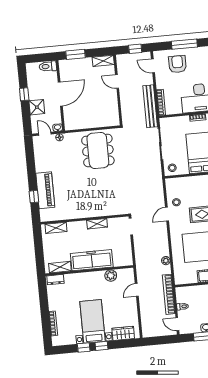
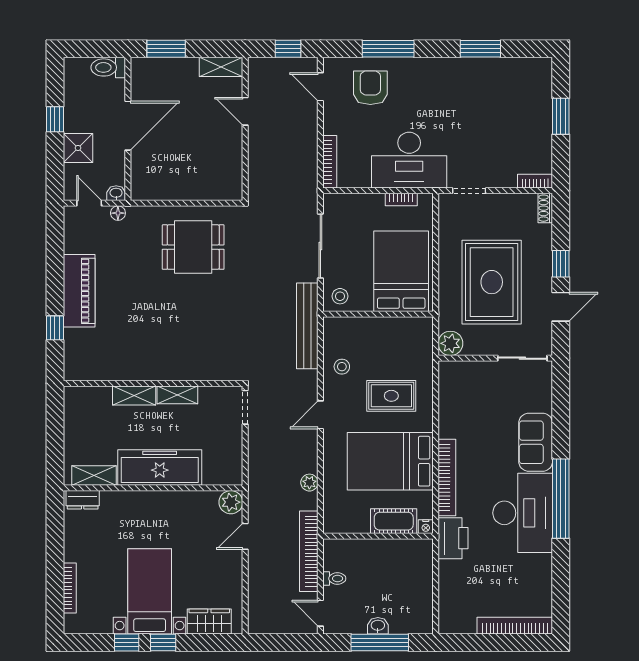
bench: (150, 106) -> (307, 326), moved
dining table: (98, 150) -> (193, 247), width x0.73
piano: (45, 190) -> (79, 291), moved
door: (167, 214) -> (320, 415), moved
shelving: (56, 228) -> (134, 395), moved
plant: (111, 276) -> (231, 502), moved

